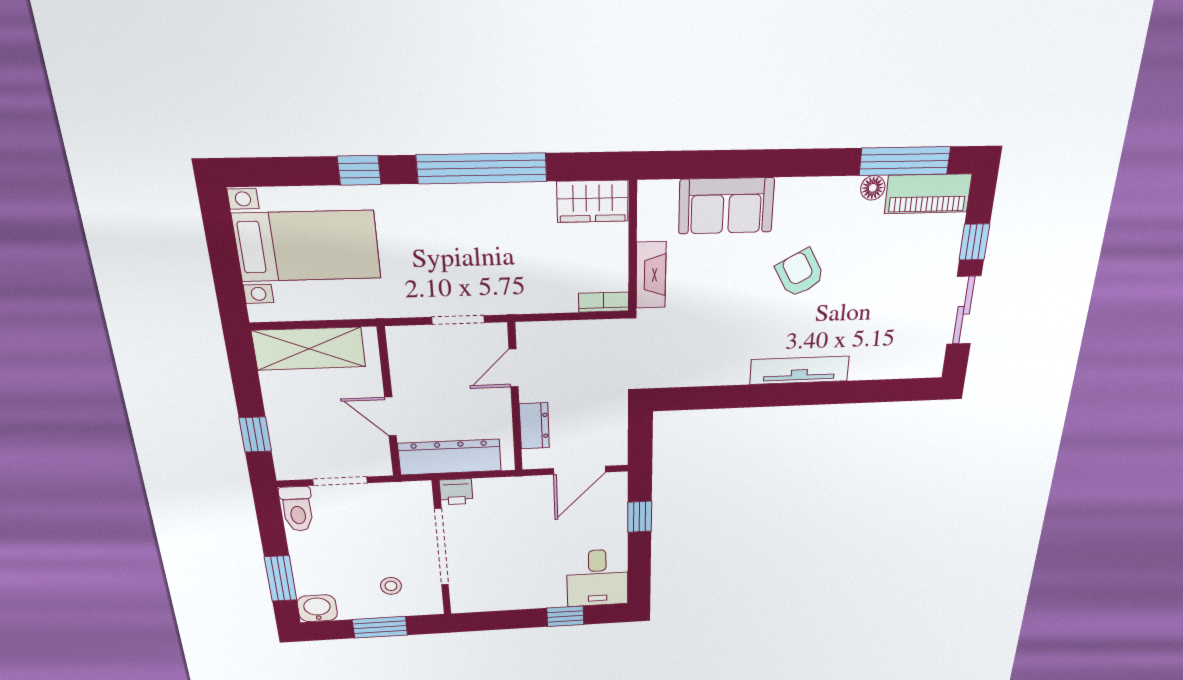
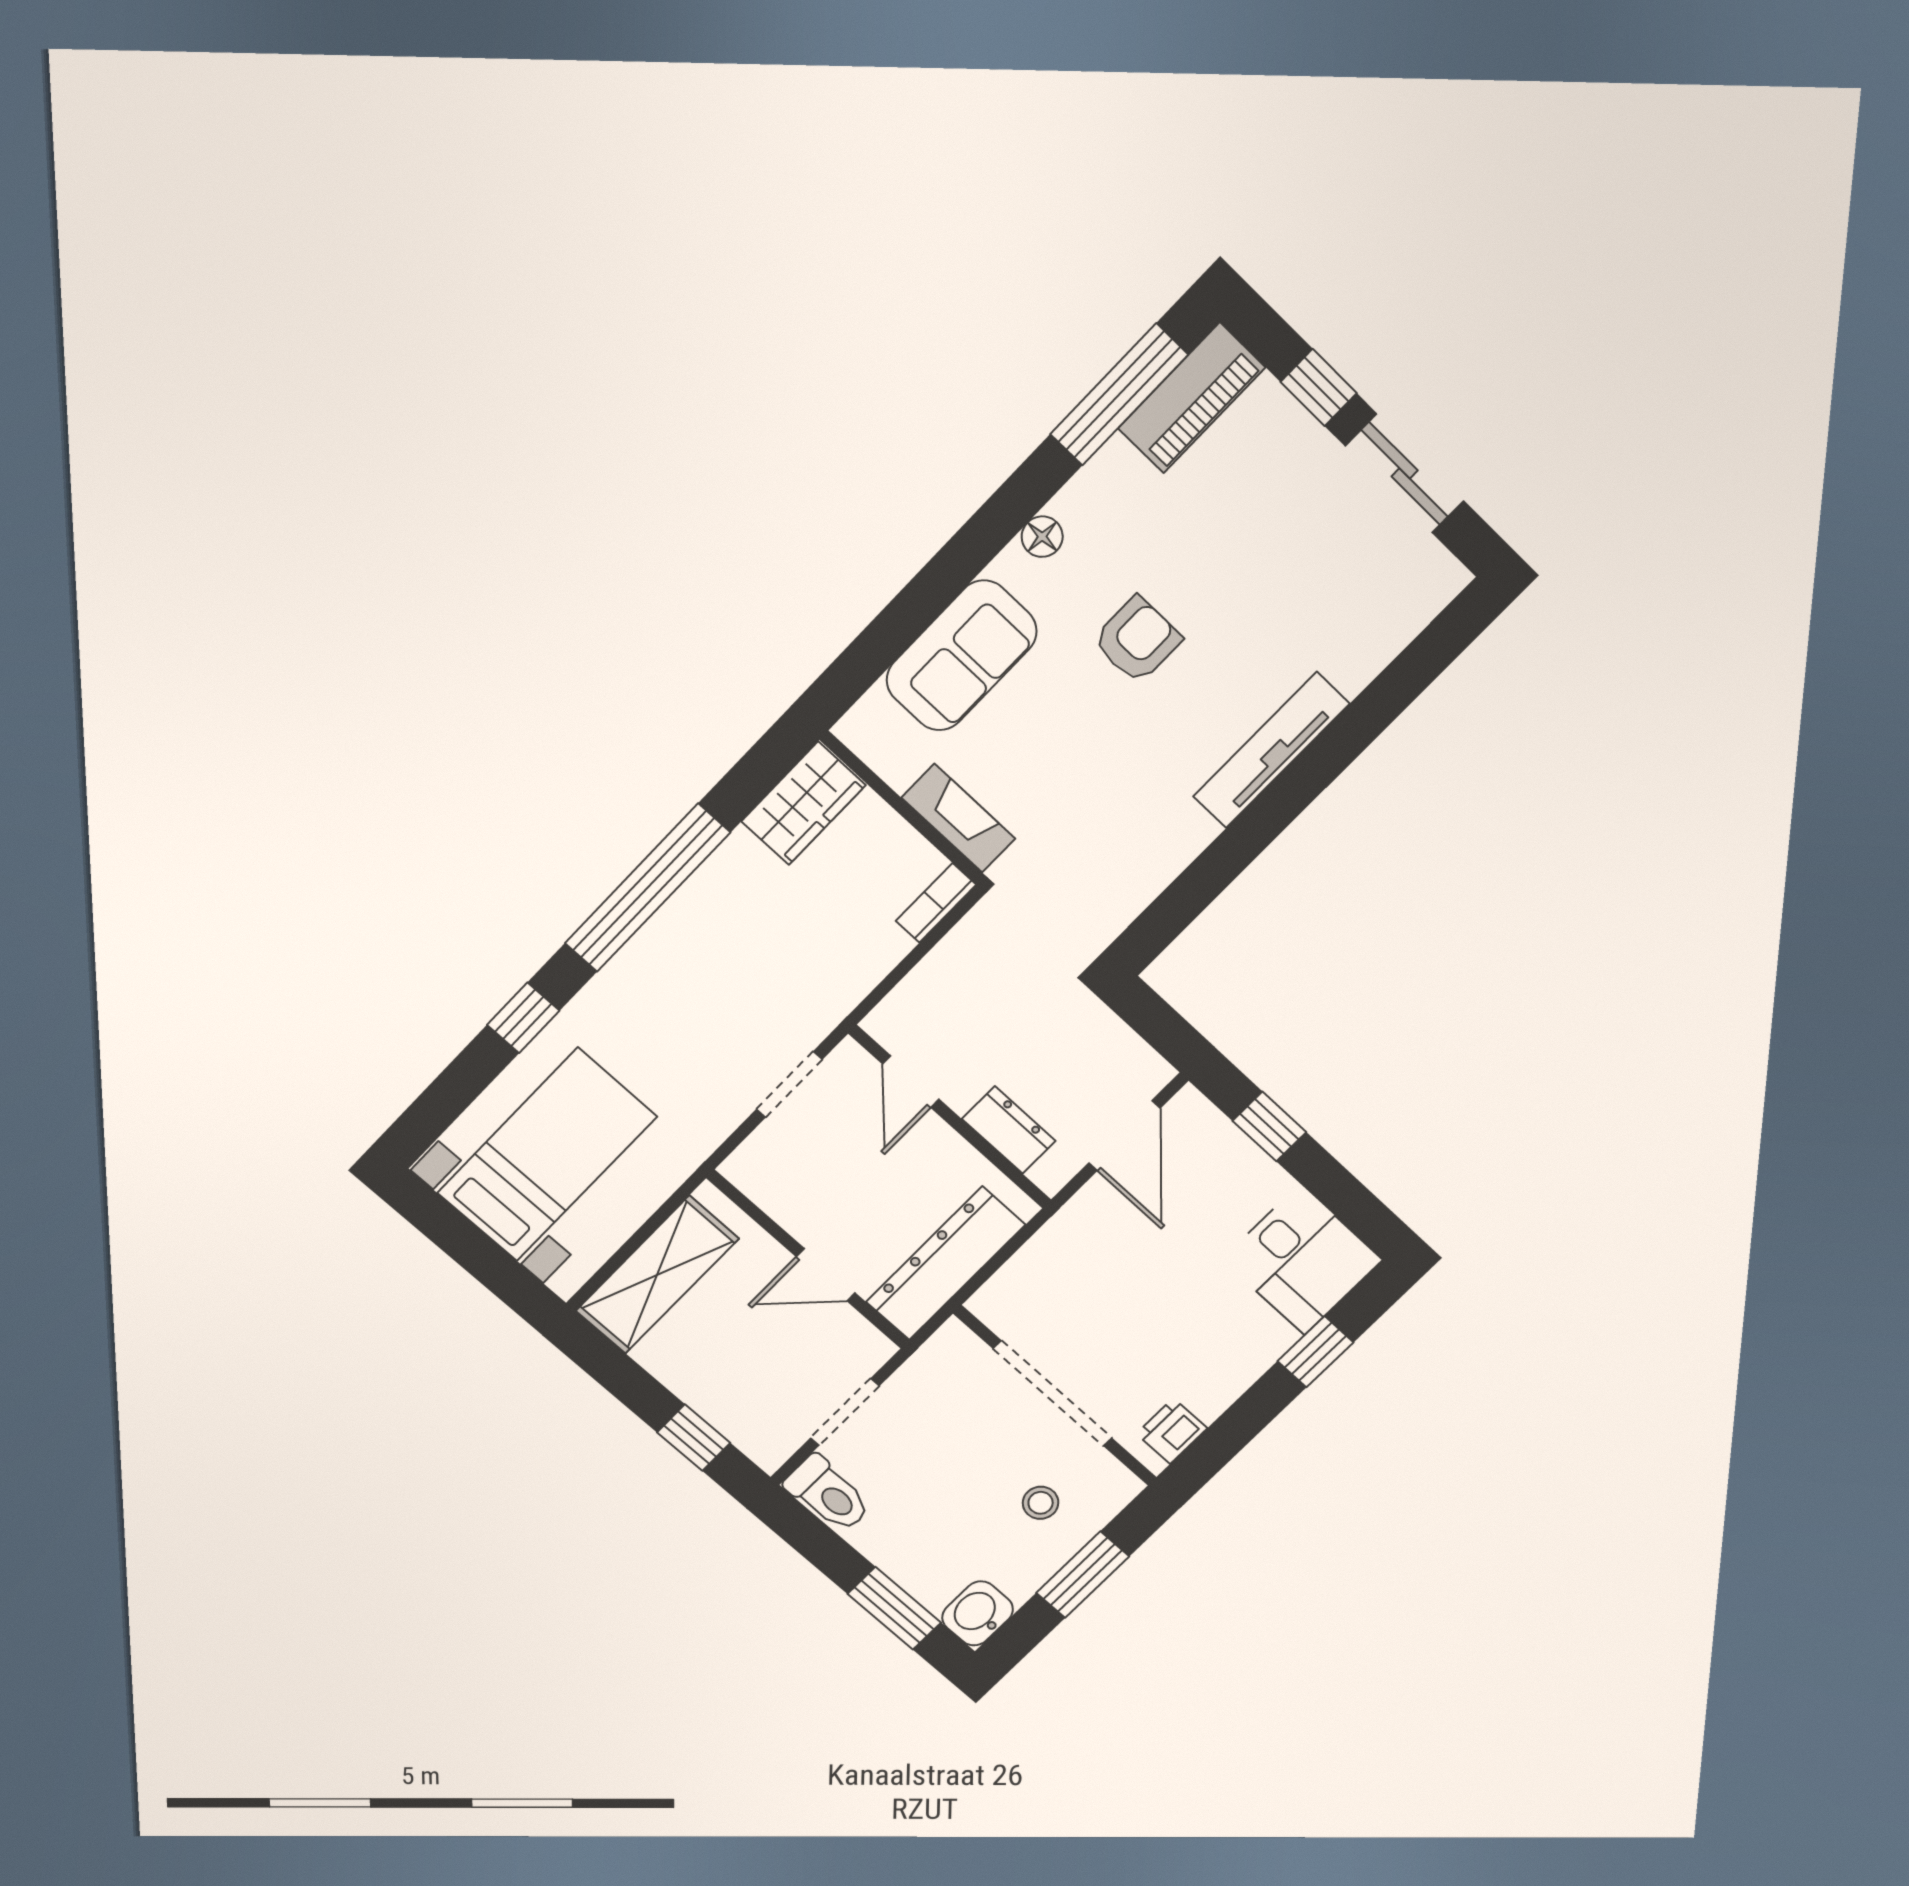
floor lamp: (873, 188) -> (1042, 537), moved
armchair: (800, 273) -> (1137, 640), turned 119
printer: (456, 492) -> (1172, 1431), moved, turned 180

